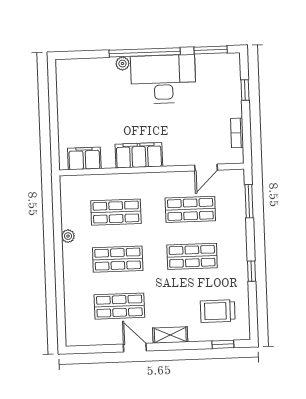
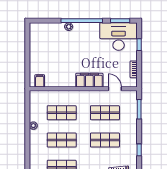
desk: (163, 79) -> (119, 37), moved
filing cabinet: (139, 155) -> (89, 80), moved
filing cabinet: (84, 158) -> (40, 81), width x0.50
door: (206, 168) -> (115, 89), swing flipped

